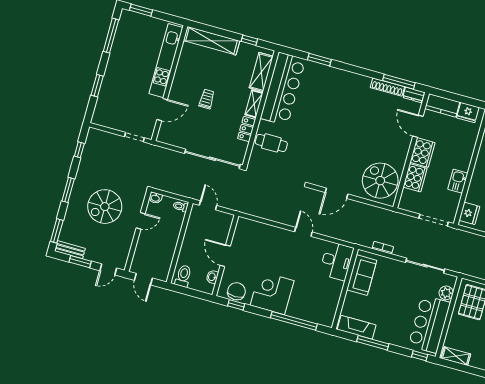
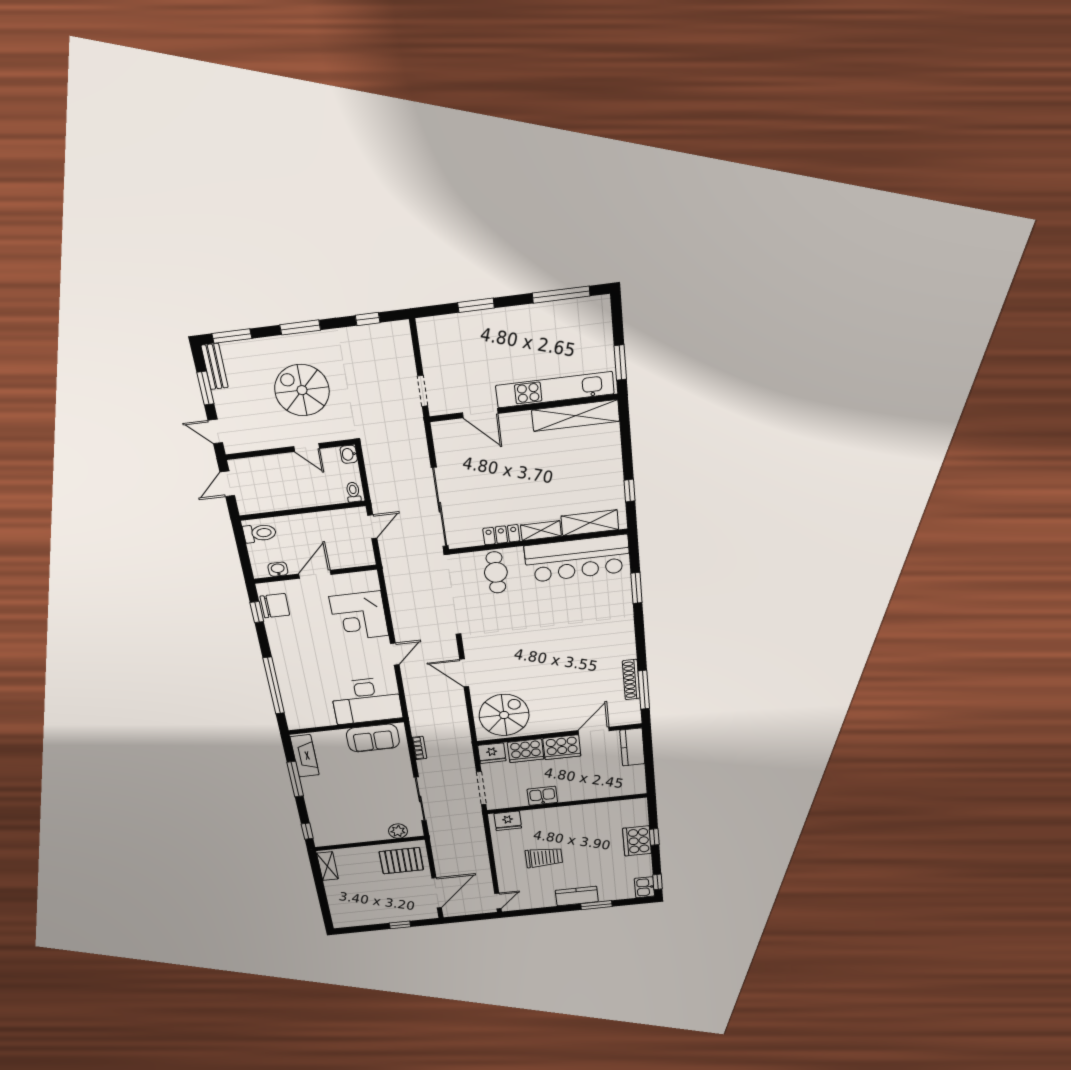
window: (141, 10) -> (620, 362), moved
shelving: (212, 41) -> (576, 416), moved, turned 90
dresser: (414, 95) -> (633, 712), removed
trolley: (207, 99) -> (522, 467), removed
fridge: (468, 113) -> (492, 753), moved, turned -90
desk: (336, 261) -> (366, 701), width x1.36, depth x1.30
corner desk: (272, 293) -> (359, 616), moved, turned 180
bar counter: (429, 324) -> (351, 828), removed

